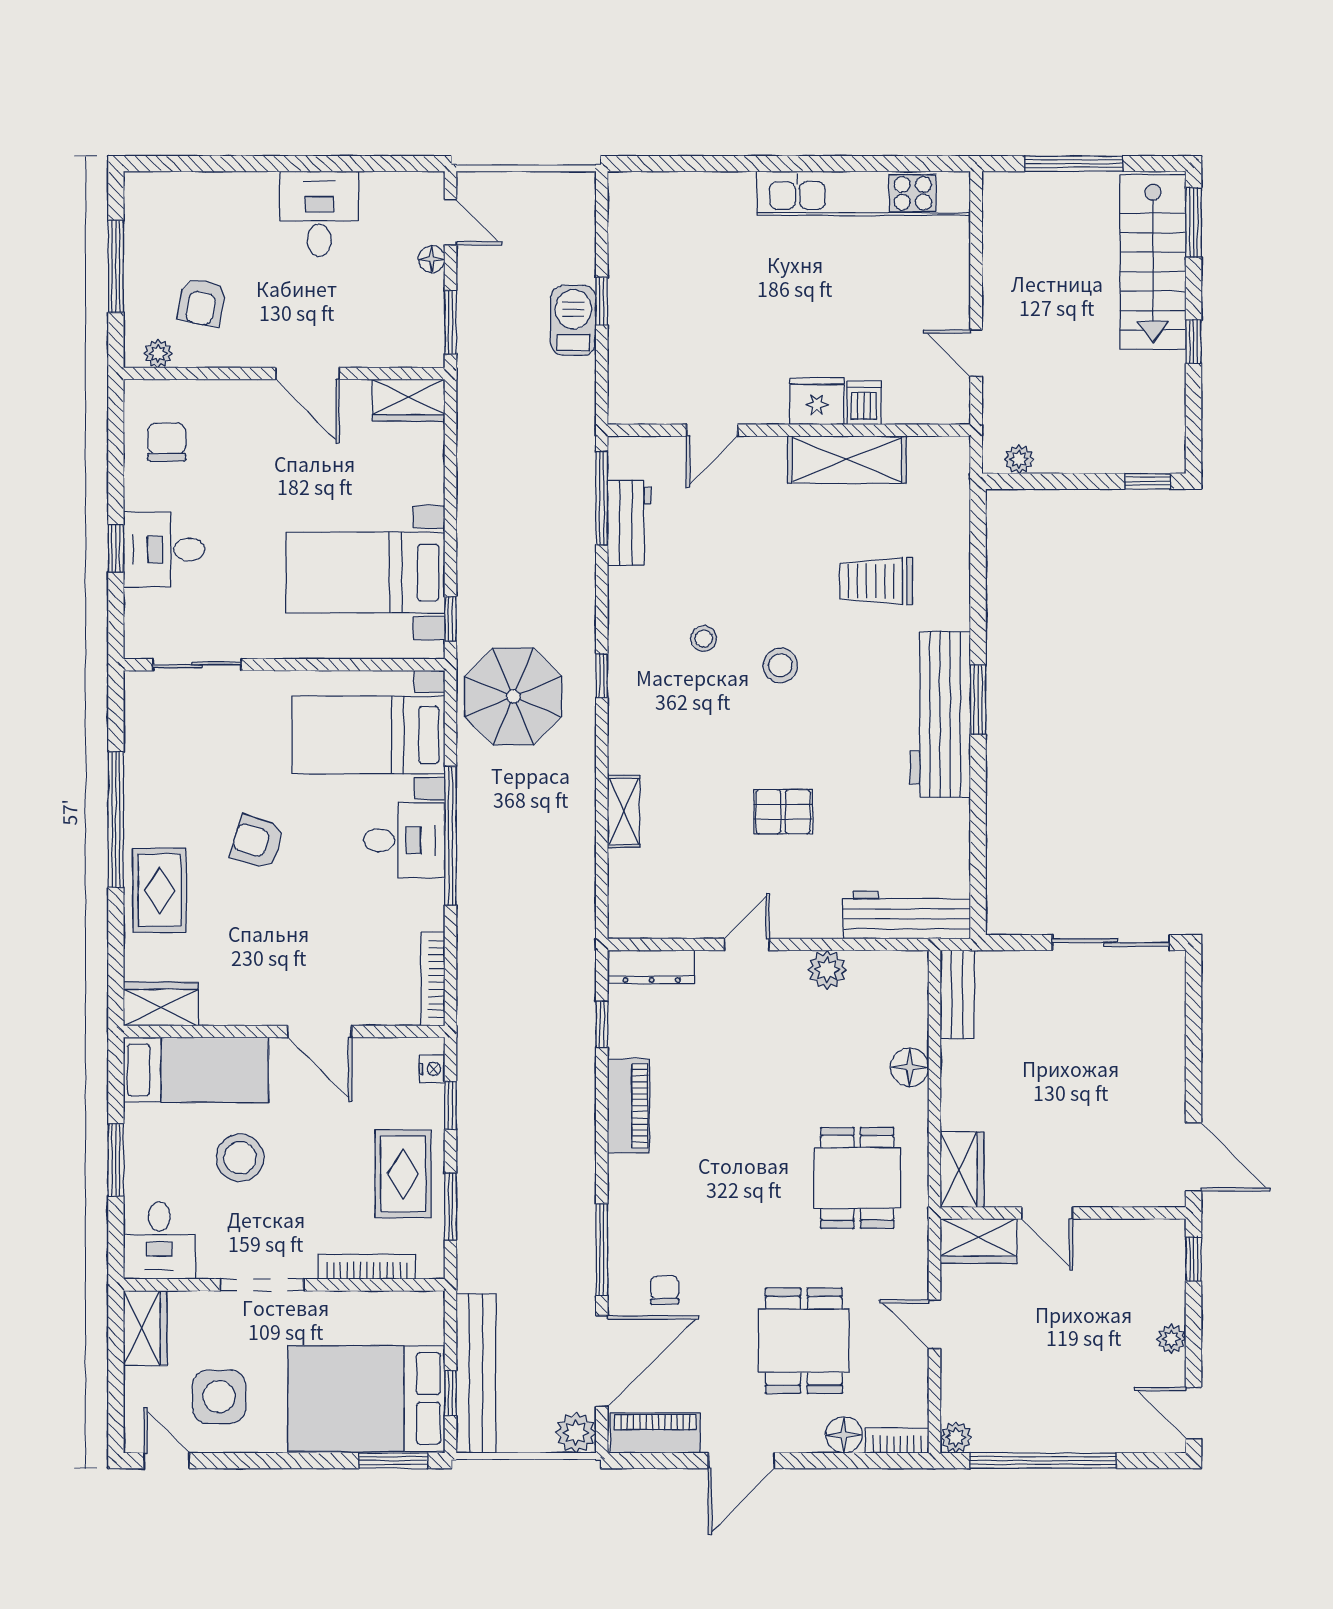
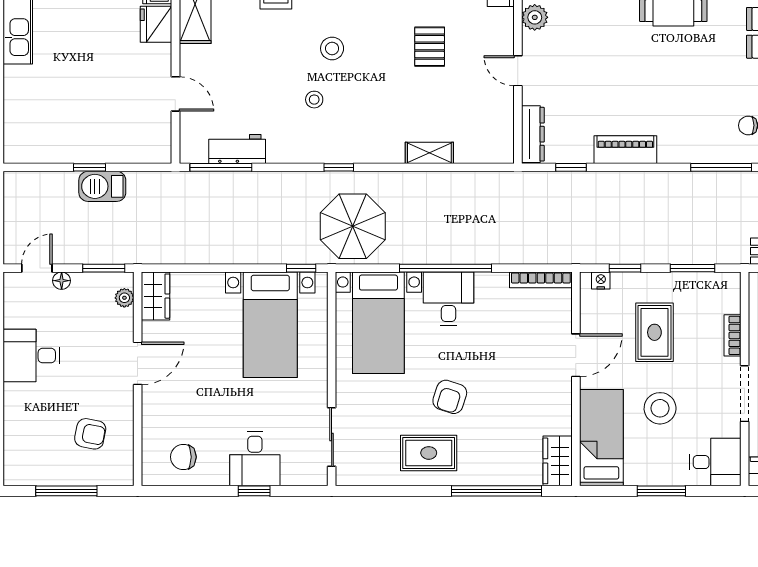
plant: (158, 354) -> (124, 298), moved
window: (116, 820) -> (497, 491), moved
rug: (160, 890) -> (429, 453), moved
rug: (403, 1174) -> (654, 332), moved, turned 90
bookcase: (367, 1267) -> (732, 335), width x0.64

